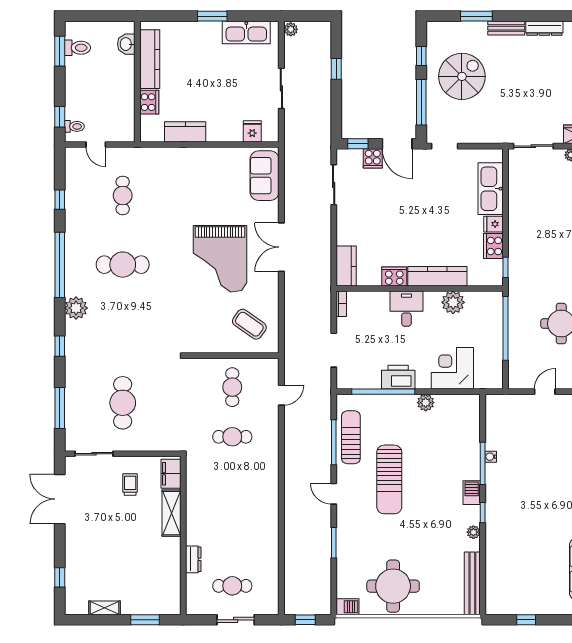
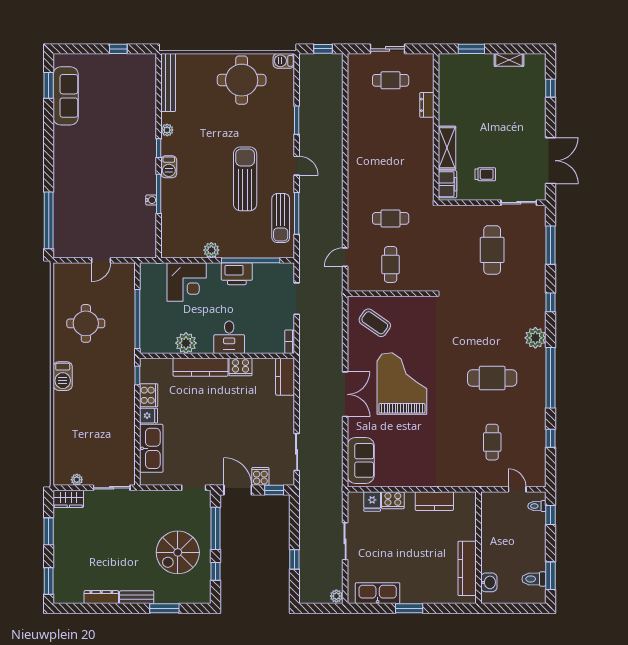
cooker: (149, 102) -> (393, 500), moved, turned -90
trolley: (130, 485) -> (485, 174), turned -90

